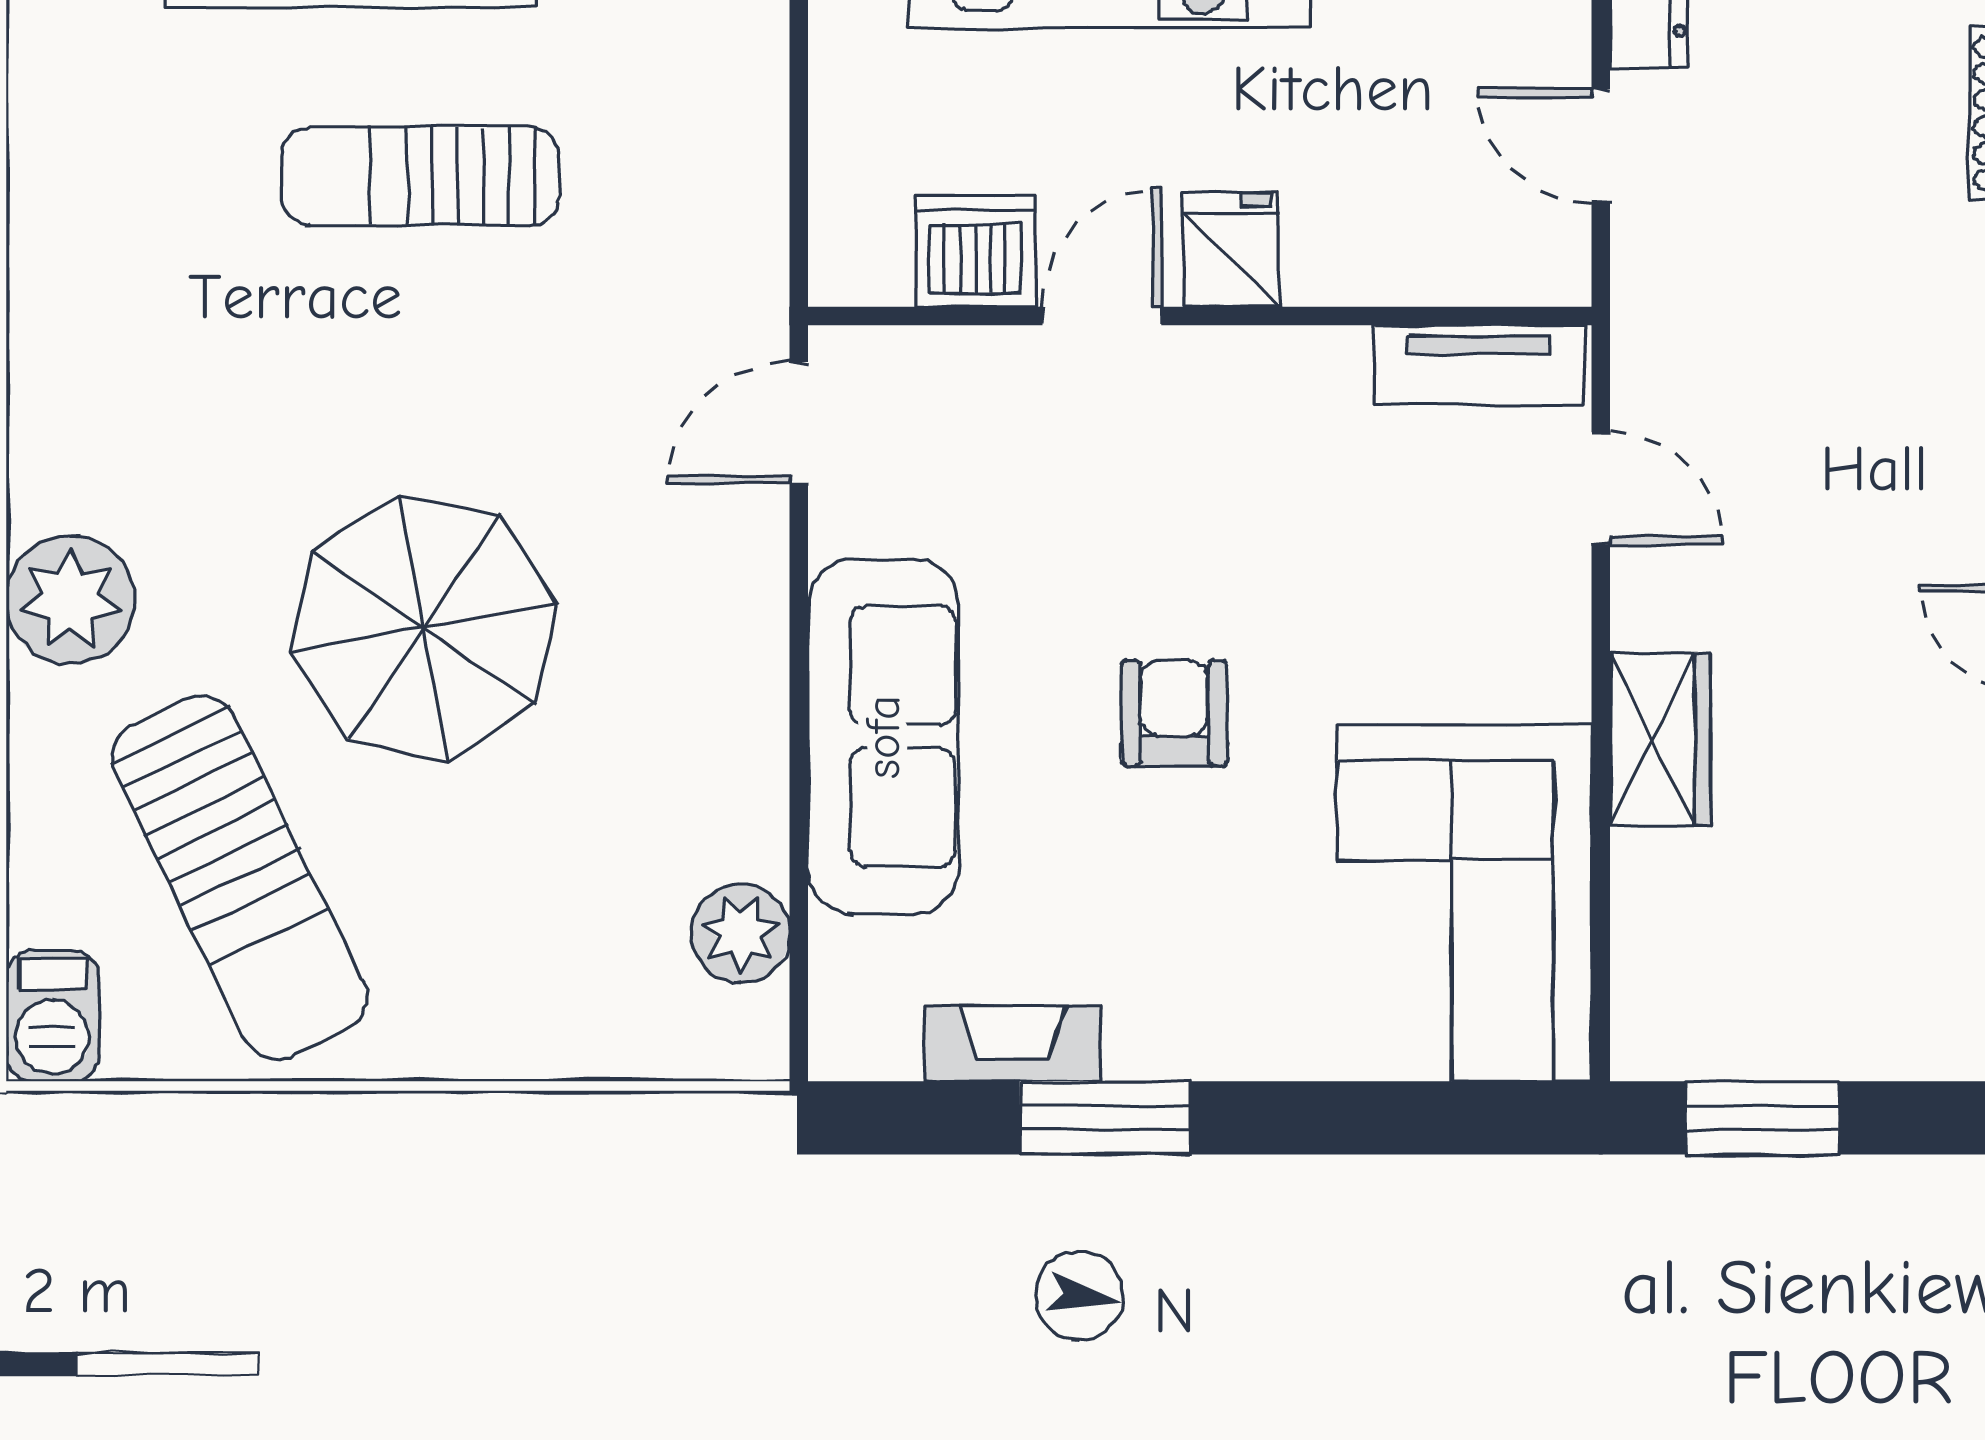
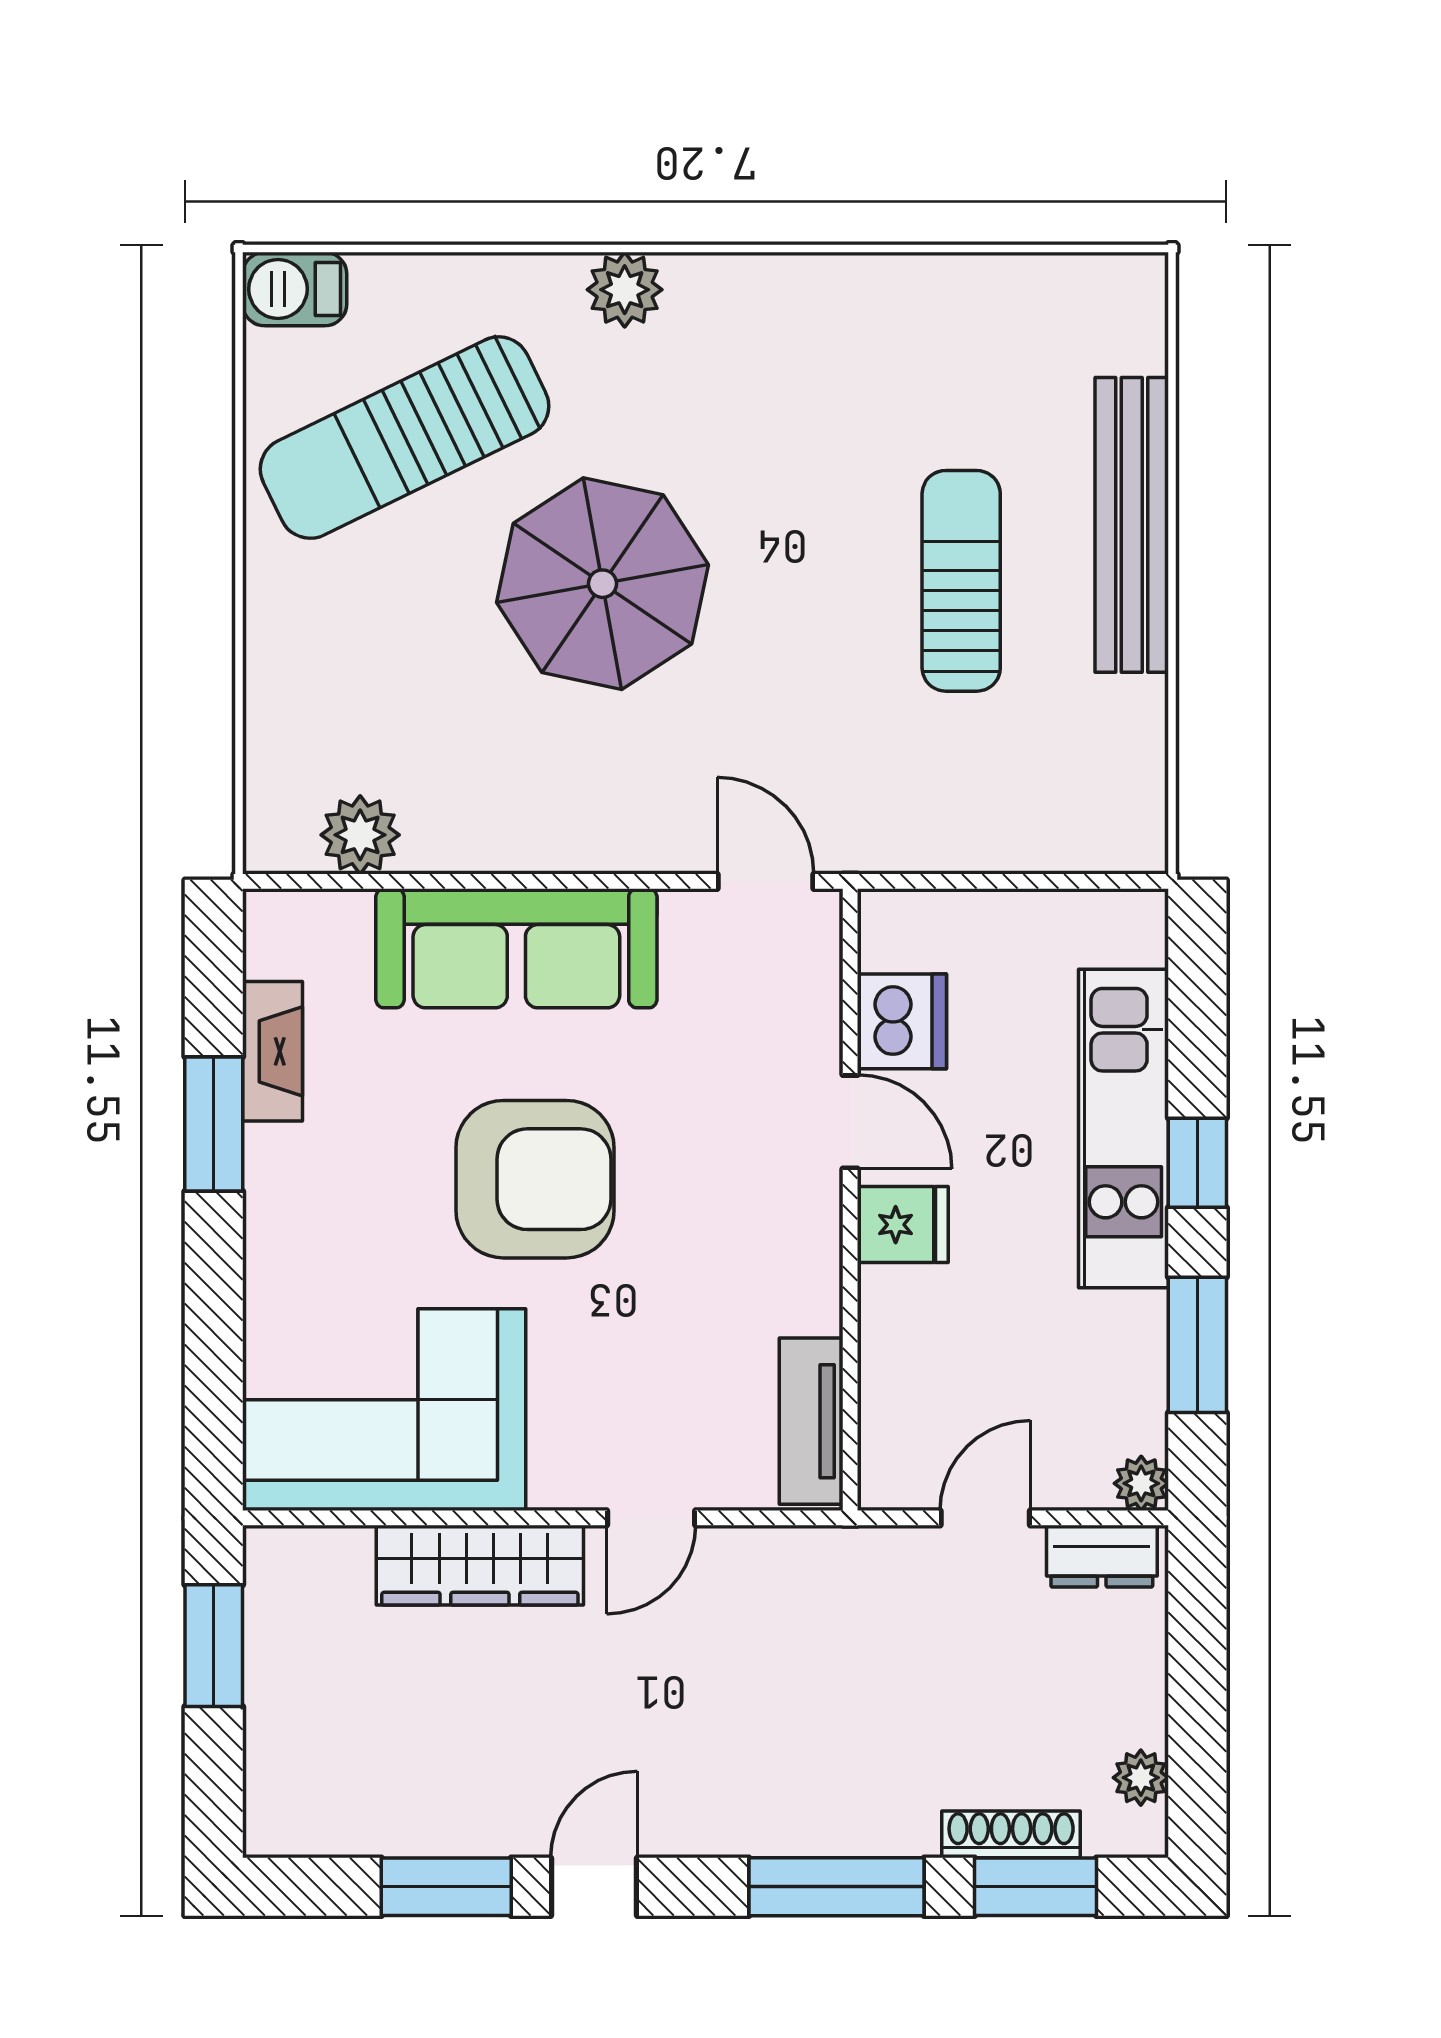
door: (1601, 488) -> (651, 1518), moved
plant: (70, 600) -> (625, 290), width x0.73, depth x0.73
armchair: (1174, 713) -> (535, 1179), width x1.88, depth x1.88
wardrobe: (1660, 739) -> (480, 1565), width x1.50

